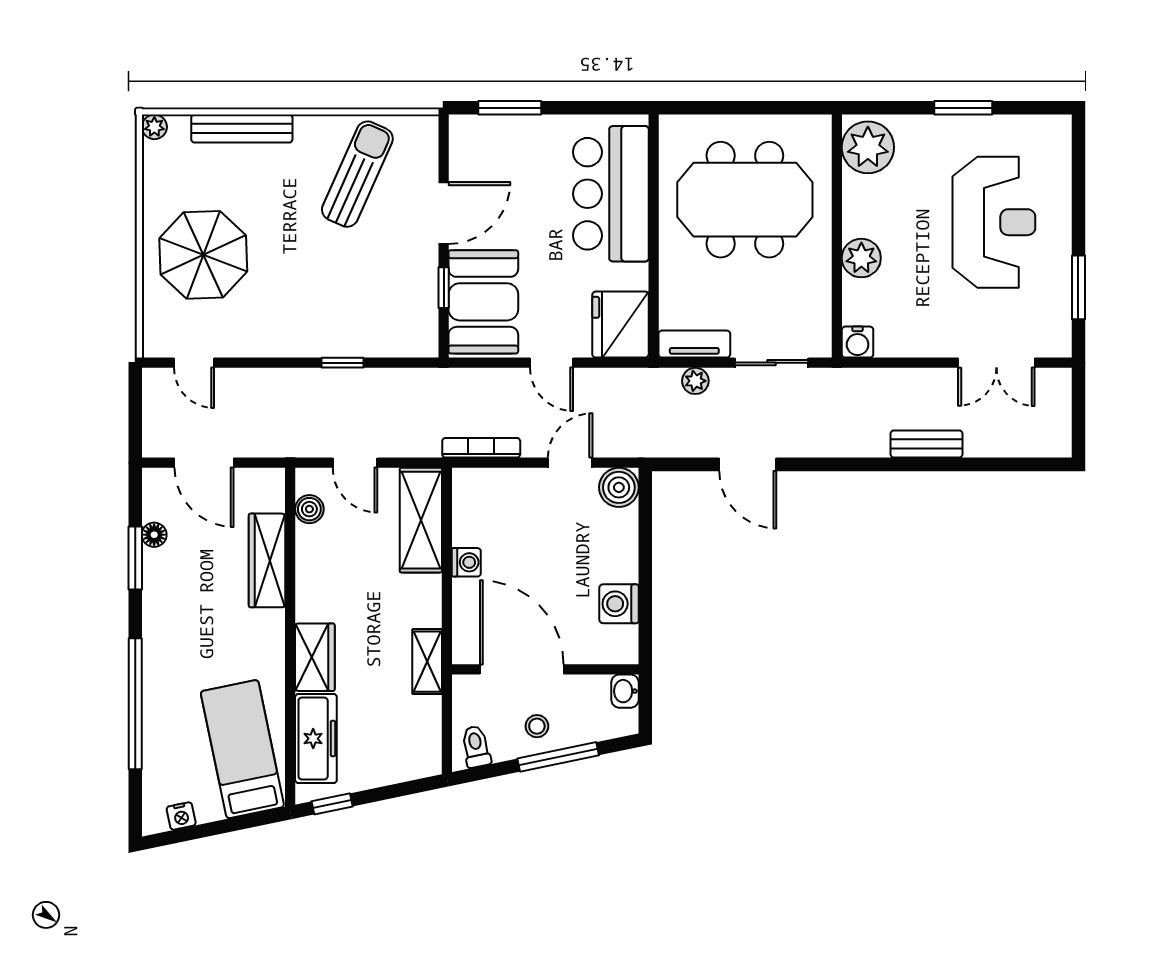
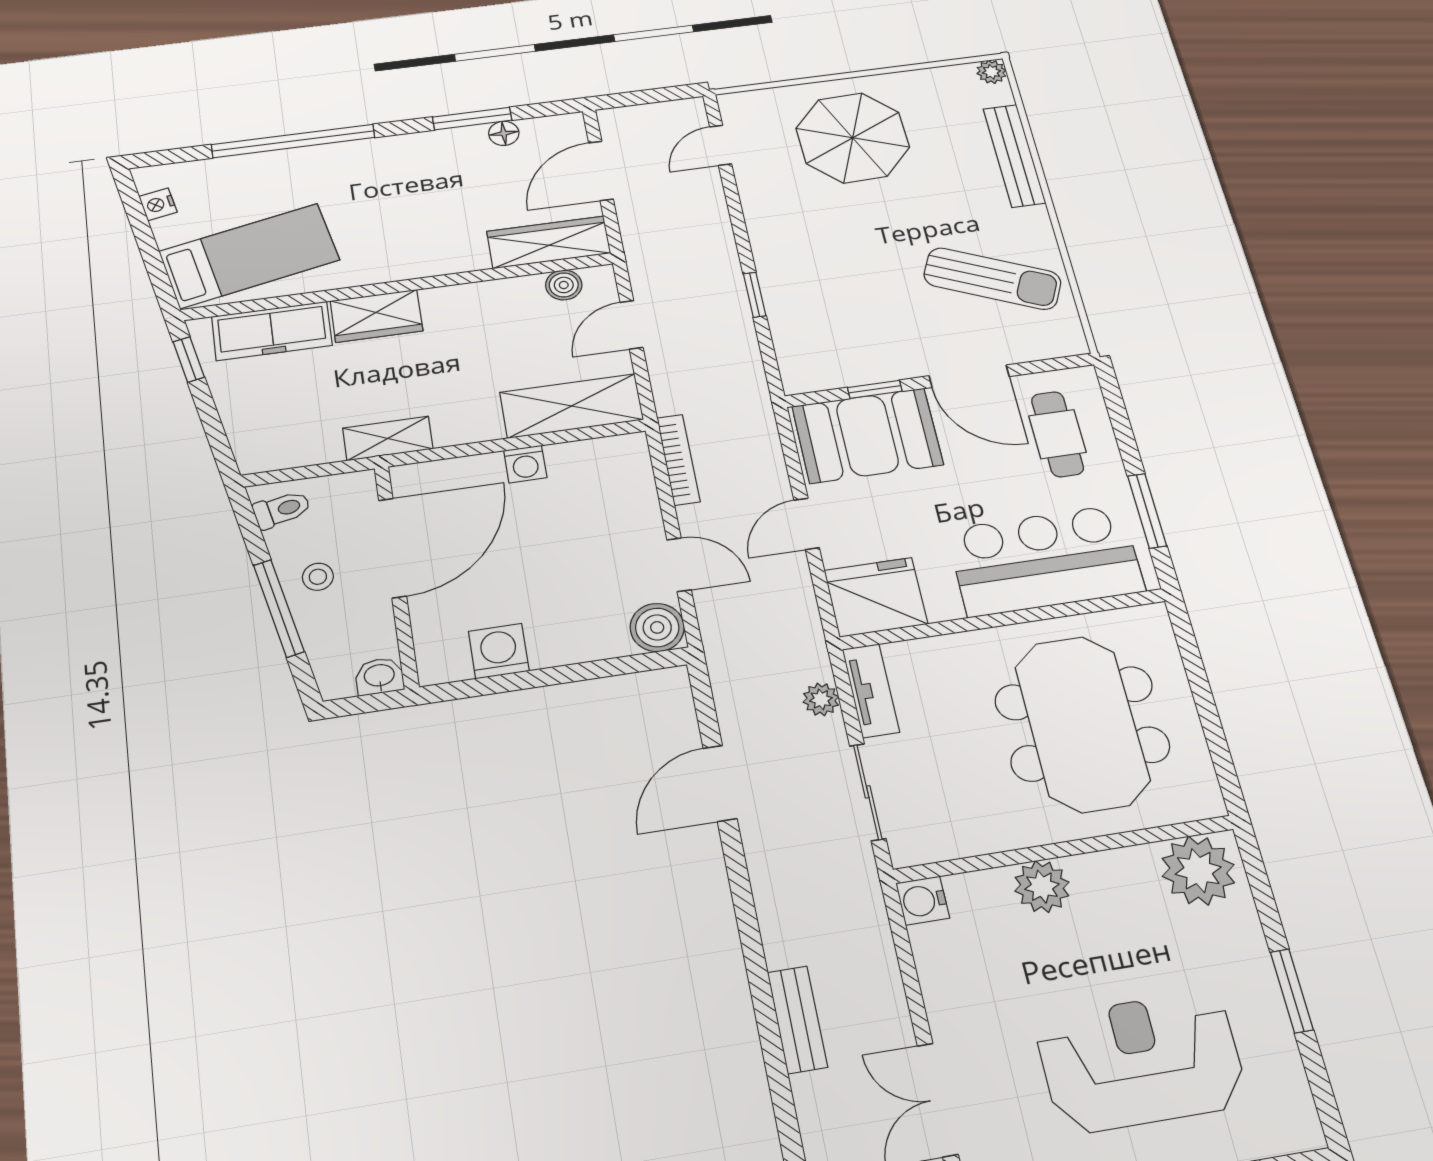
window: (510, 108) -> (1147, 511), moved
cafe table: (506, 158) -> (1057, 434), added
reception desk: (994, 222) -> (1141, 1062), turned 180
wardrobe: (267, 560) -> (549, 242), moved

